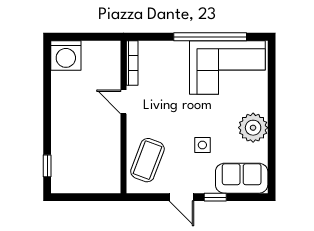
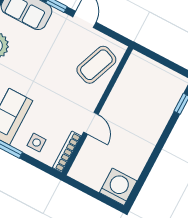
side table: (202, 145) -> (37, 143), moved

